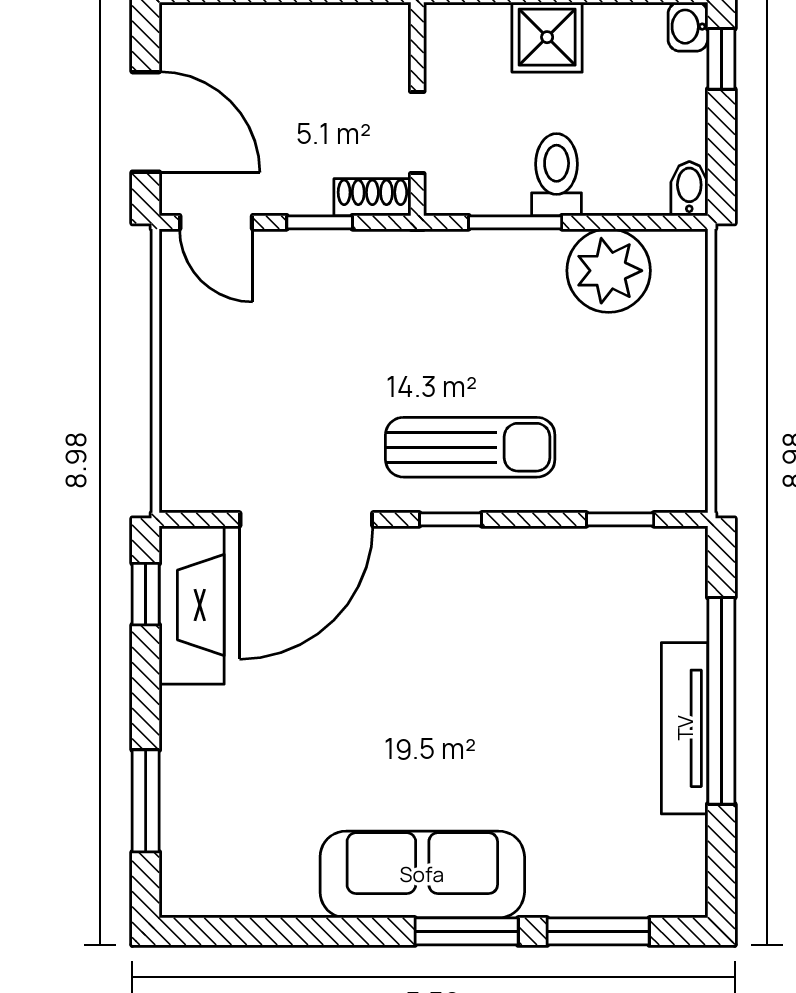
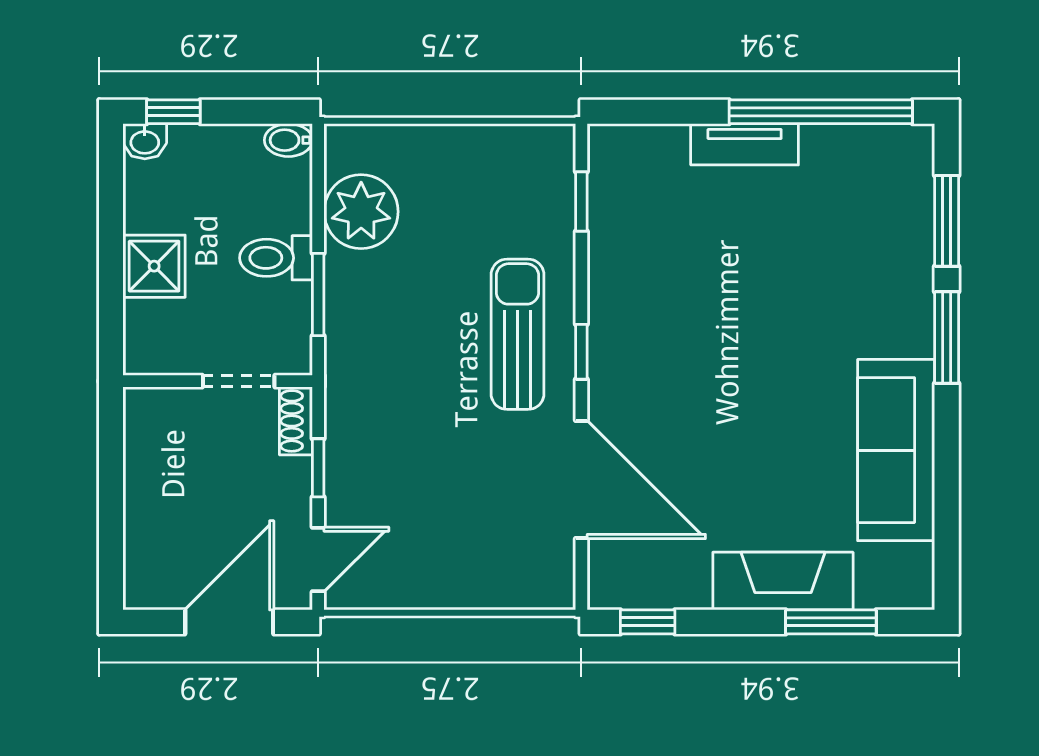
fireplace: (192, 605) -> (783, 581), moved
window: (721, 701) -> (821, 112), moved
tv unit: (685, 728) -> (745, 144), width x0.71
sofa: (422, 874) -> (896, 450), moved

